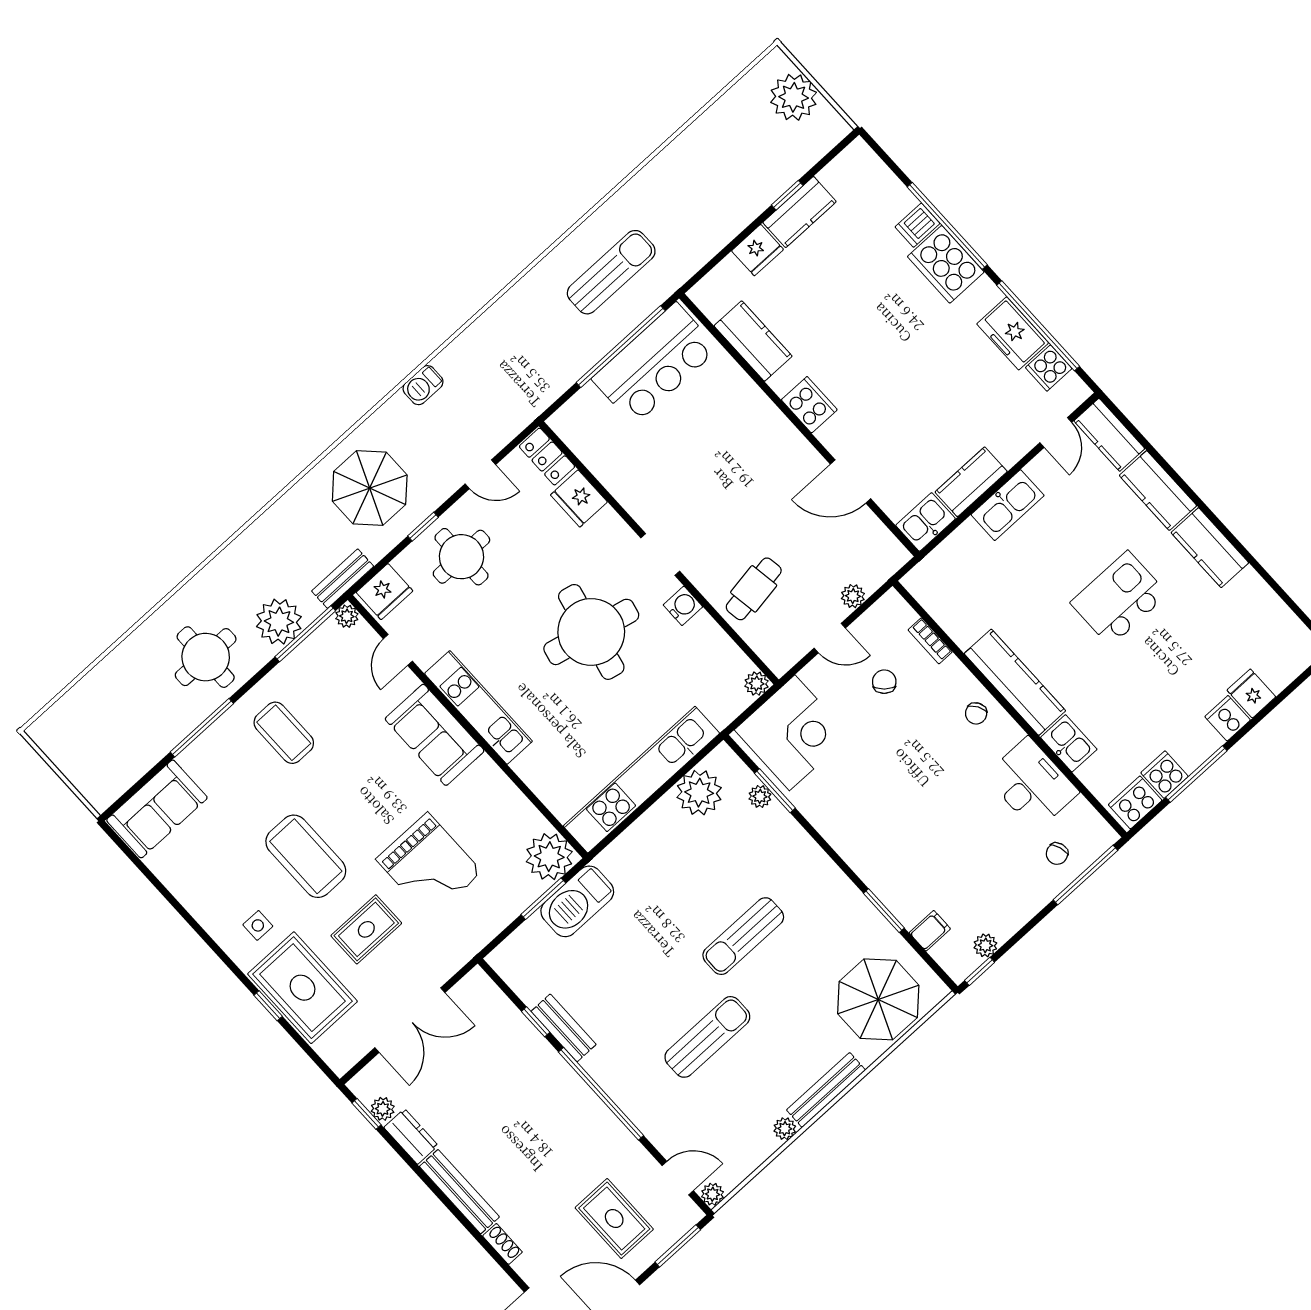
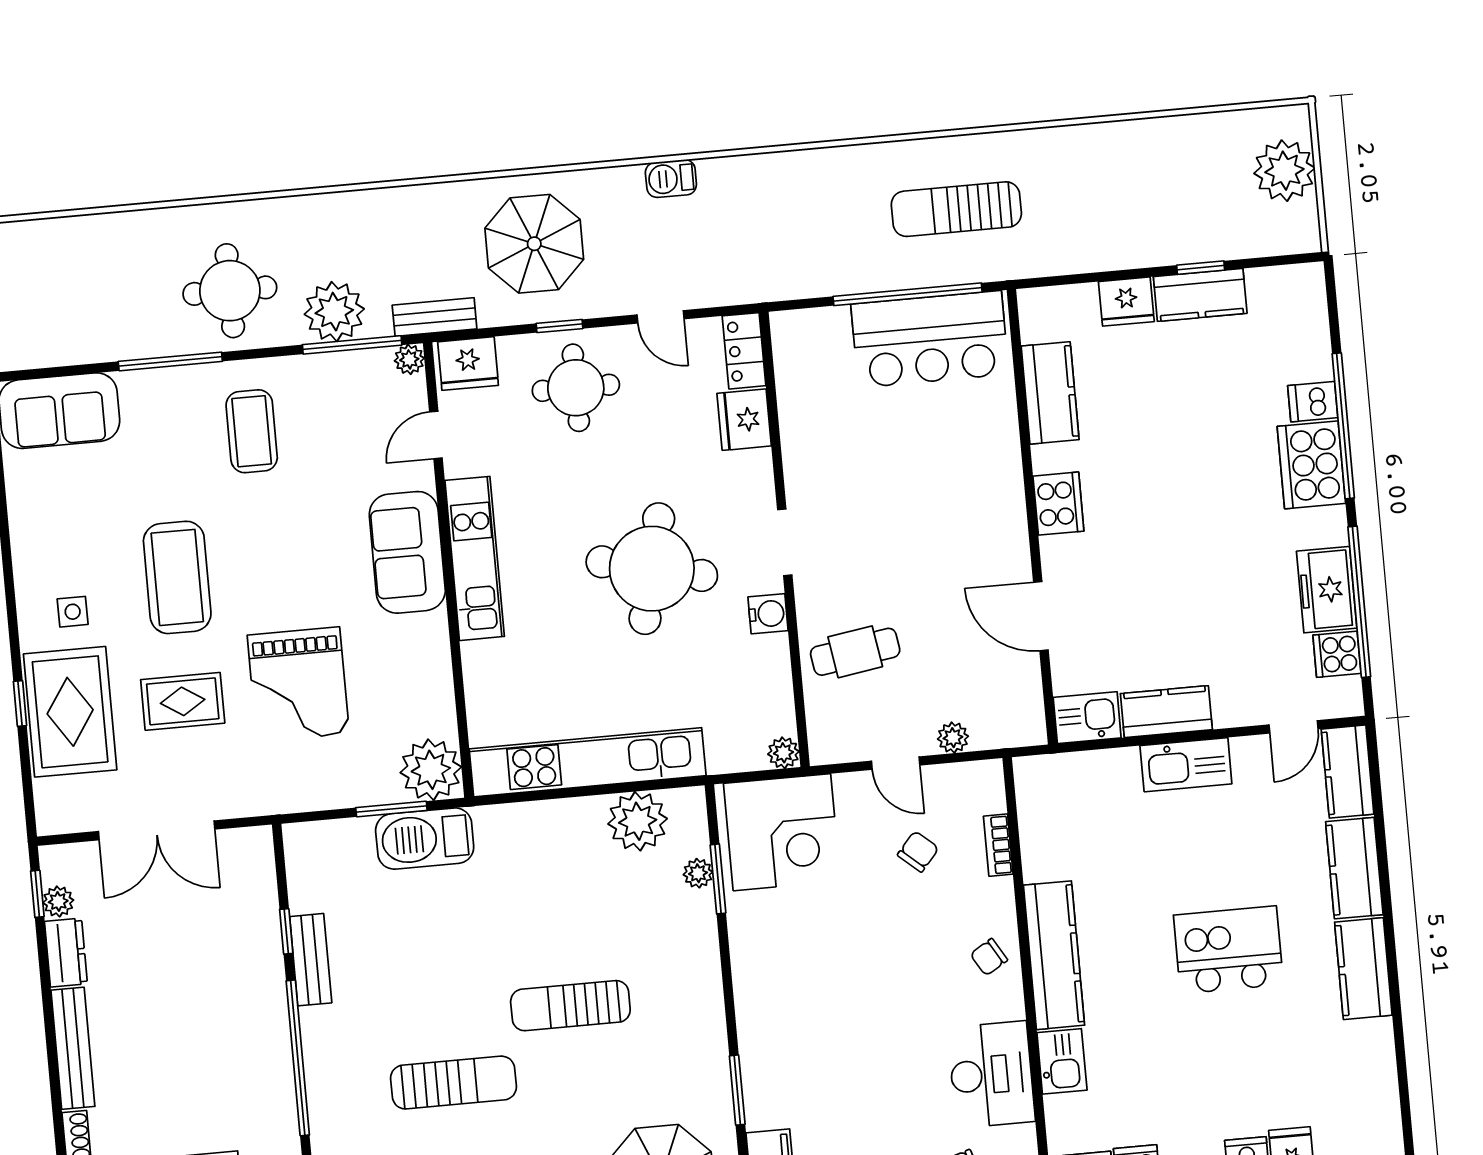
sun lounger: (611, 272) -> (956, 209), turned 180

